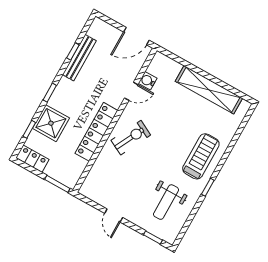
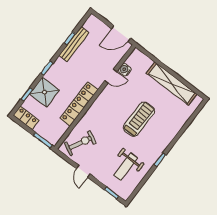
exercise bike: (131, 138) -> (80, 143), moved
treadmill: (201, 156) -> (139, 119), moved

